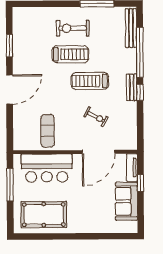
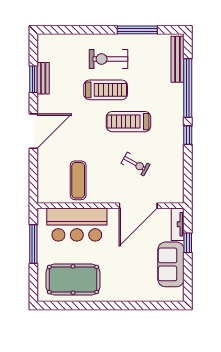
bench: (132, 87) -> (43, 78), moved

